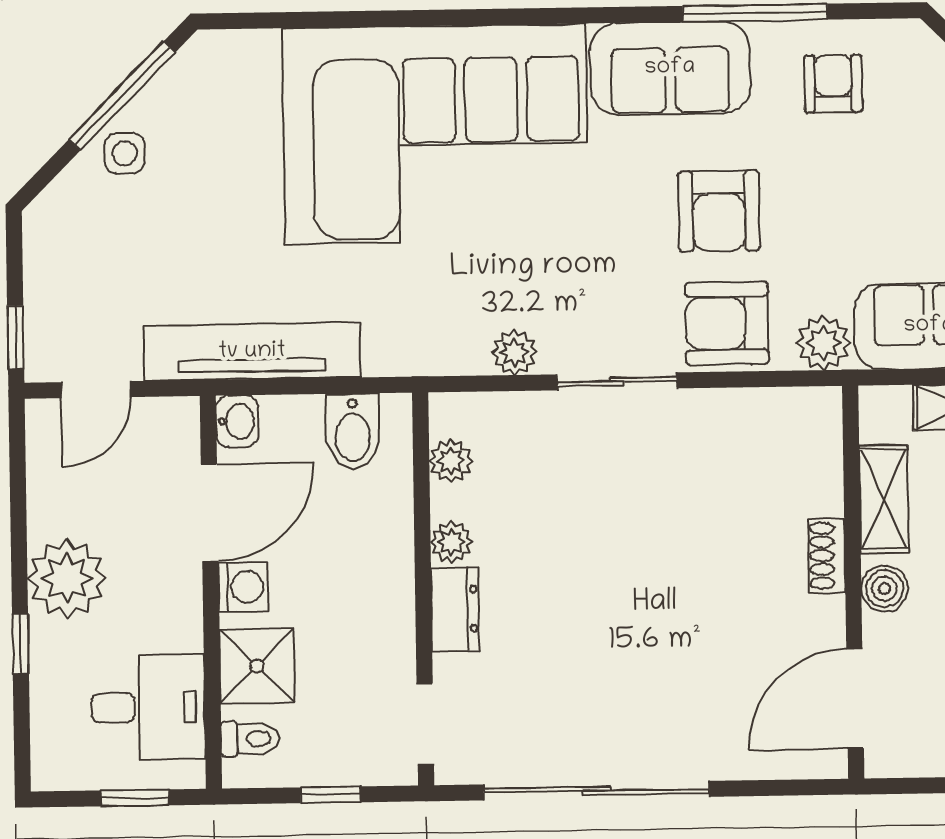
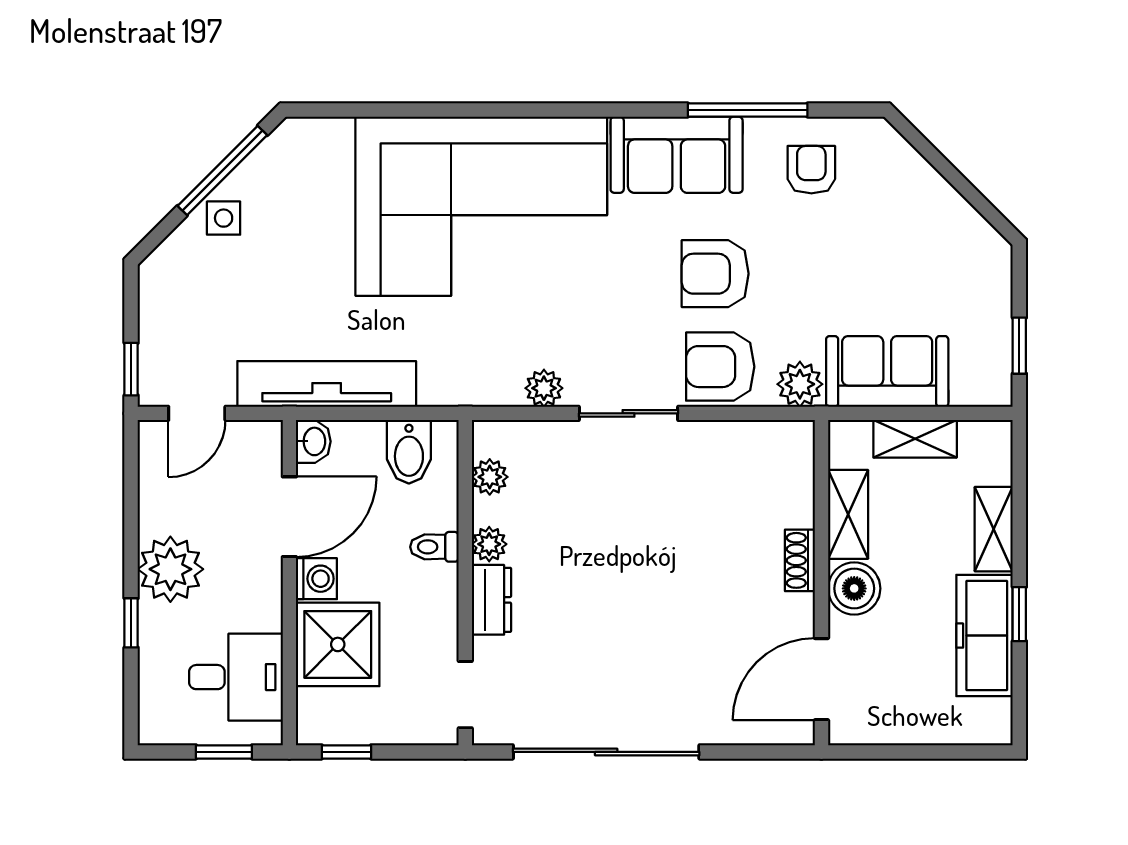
armchair: (719, 211) -> (715, 274), turned 90
boiler: (884, 589) -> (854, 588), width x1.36, depth x1.36
shower: (257, 666) -> (338, 644), width x1.36, depth x1.36
toilet: (250, 739) -> (434, 547), moved, turned 180
window: (331, 795) -> (346, 752), moved

